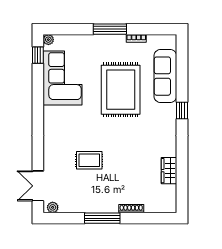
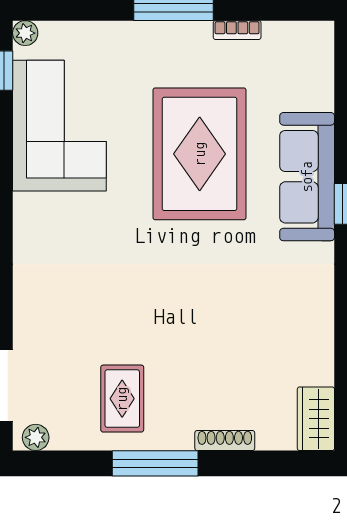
sofa: (165, 76) -> (307, 177), moved
rug: (89, 160) -> (122, 399), moved, turned 90
wardrobe: (169, 171) -> (316, 419), moved

